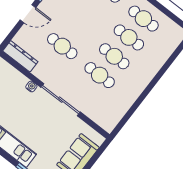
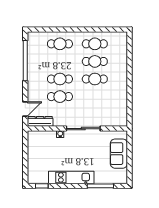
door: (28, 14) -> (25, 109), moved
cafe table: (100, 75) -> (60, 79), moved

